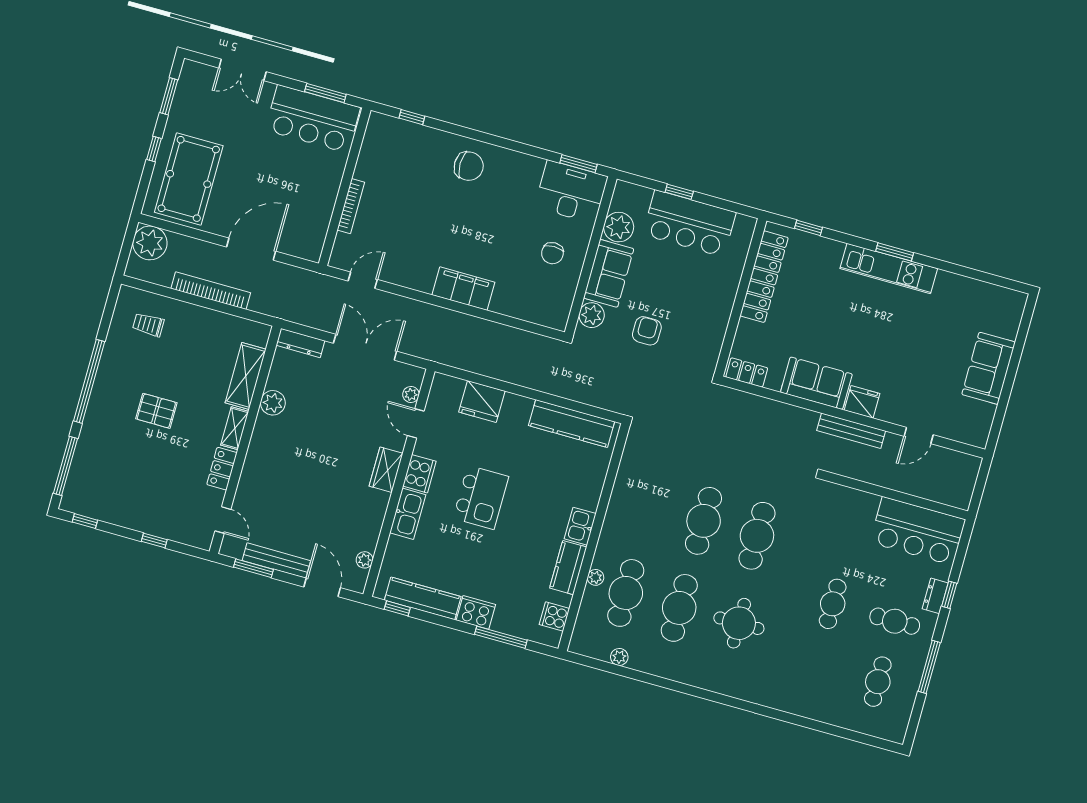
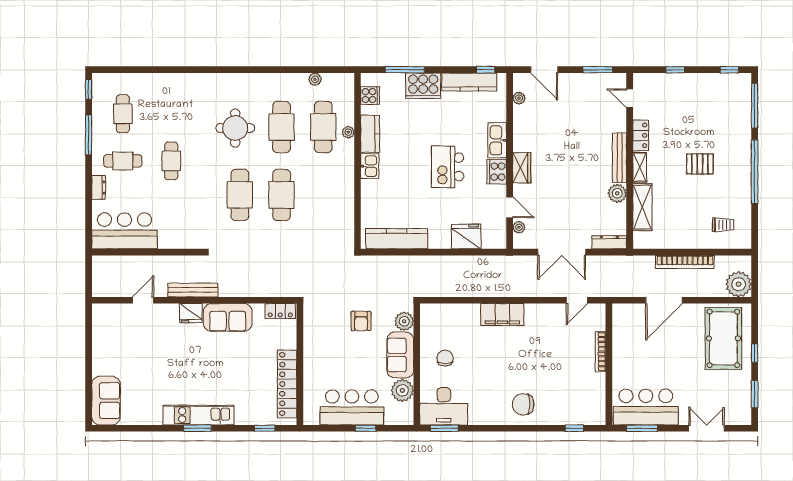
sofa: (989, 368) -> (106, 401), moved
bench: (276, 561) -> (620, 158), moved, turned 90
window: (949, 595) -> (89, 89), moved
cooker: (476, 612) -> (423, 86), width x1.37, depth x1.31

